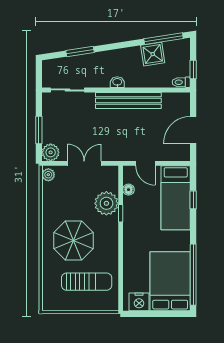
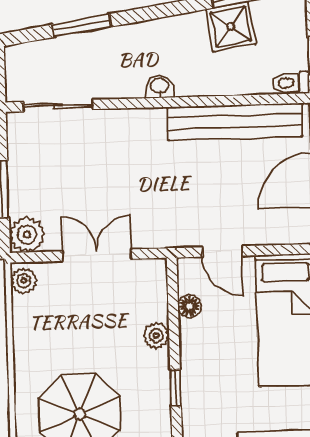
bench: (128, 100) -> (235, 122), moved
plant: (106, 203) -> (156, 336), width x0.53, depth x0.53
window: (121, 213) -> (176, 388), moved

